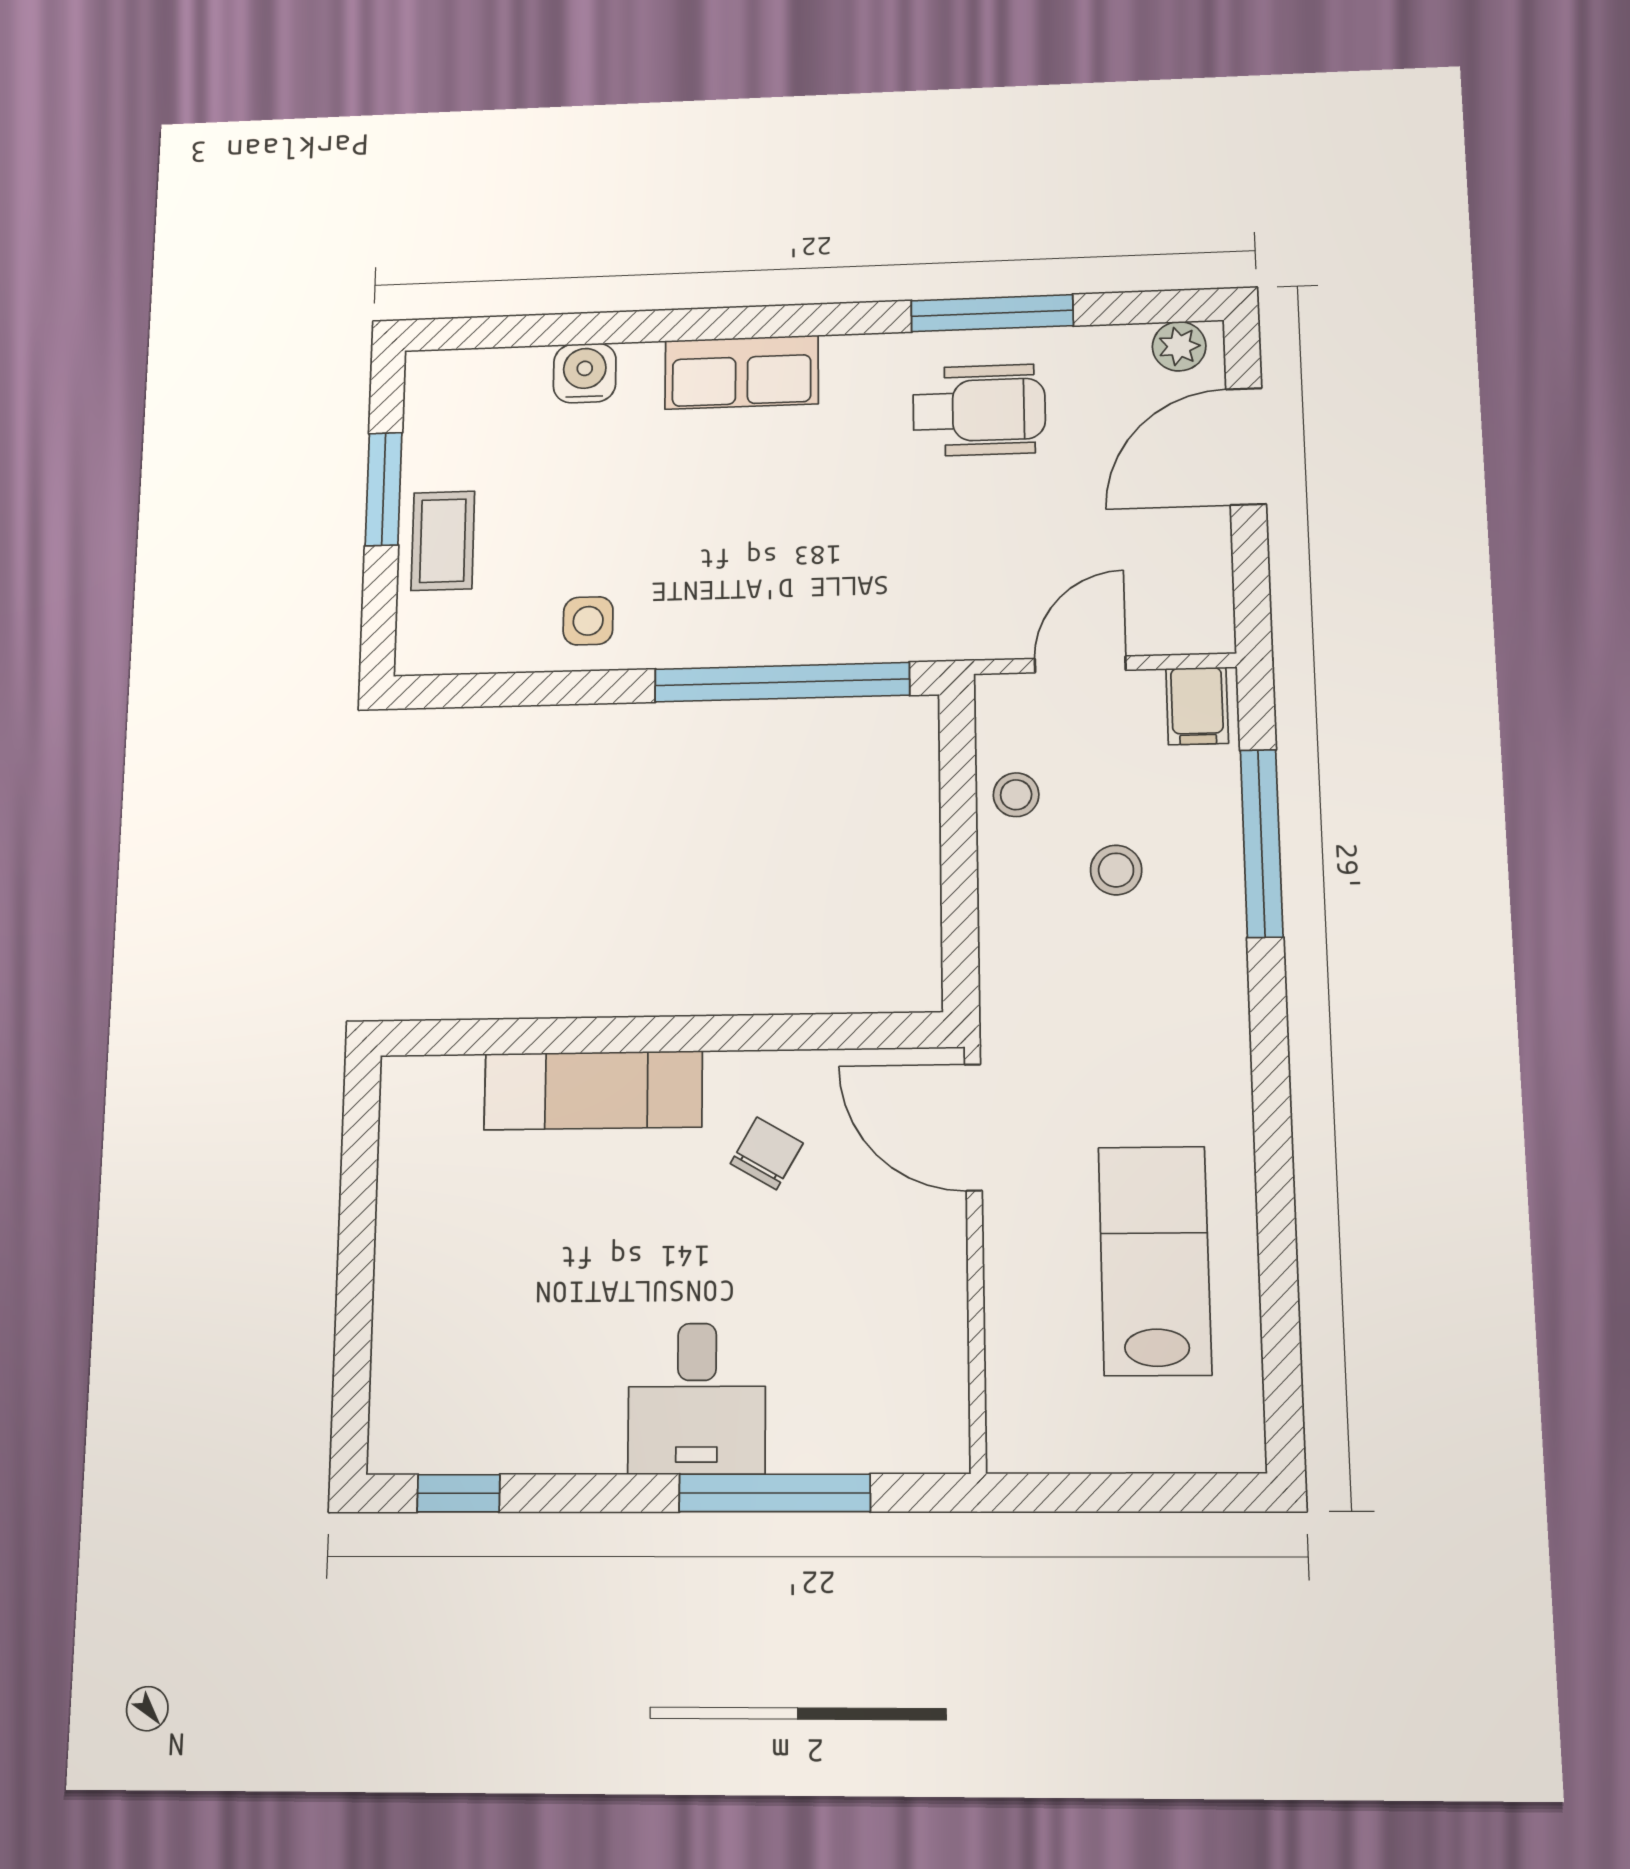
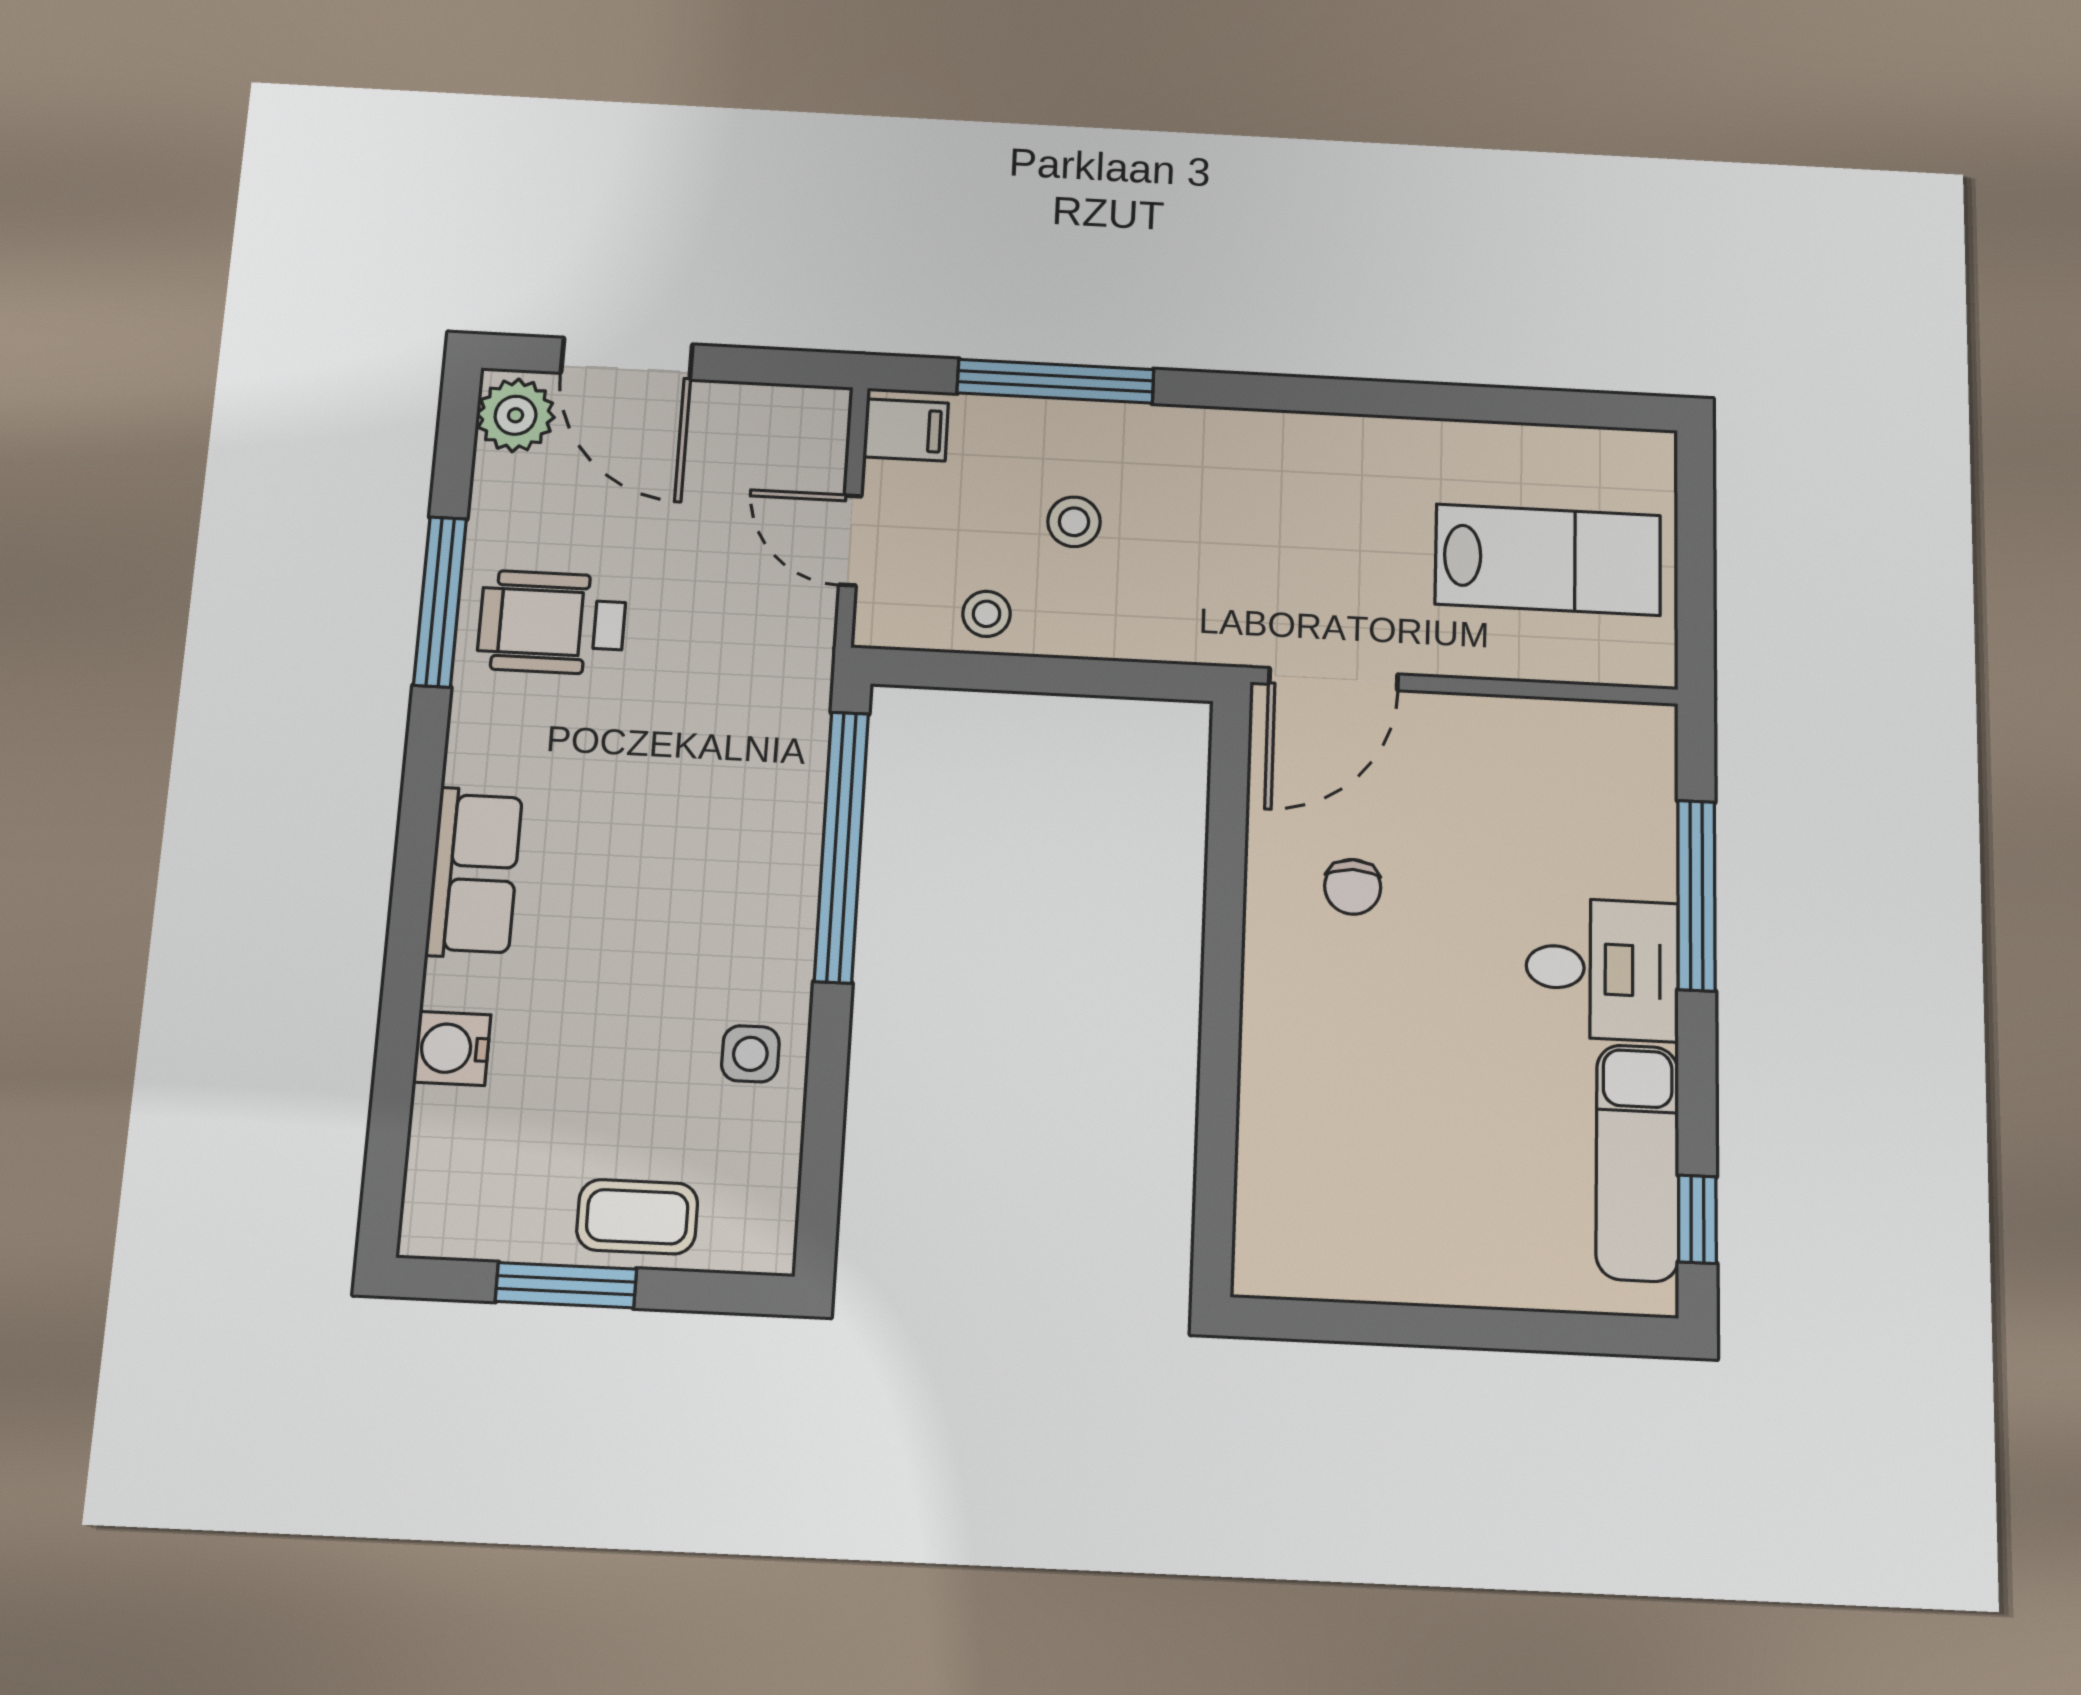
plant: (1179, 346) -> (516, 415), width x1.38, depth x1.38
wheelchair: (979, 410) -> (552, 623), turned -90
exam couch: (593, 1090) -> (1637, 1163), moved, turned 180
chair: (767, 1153) -> (1353, 887), turned -120
lab bench: (1155, 1260) -> (1548, 560), moved, turned 180

